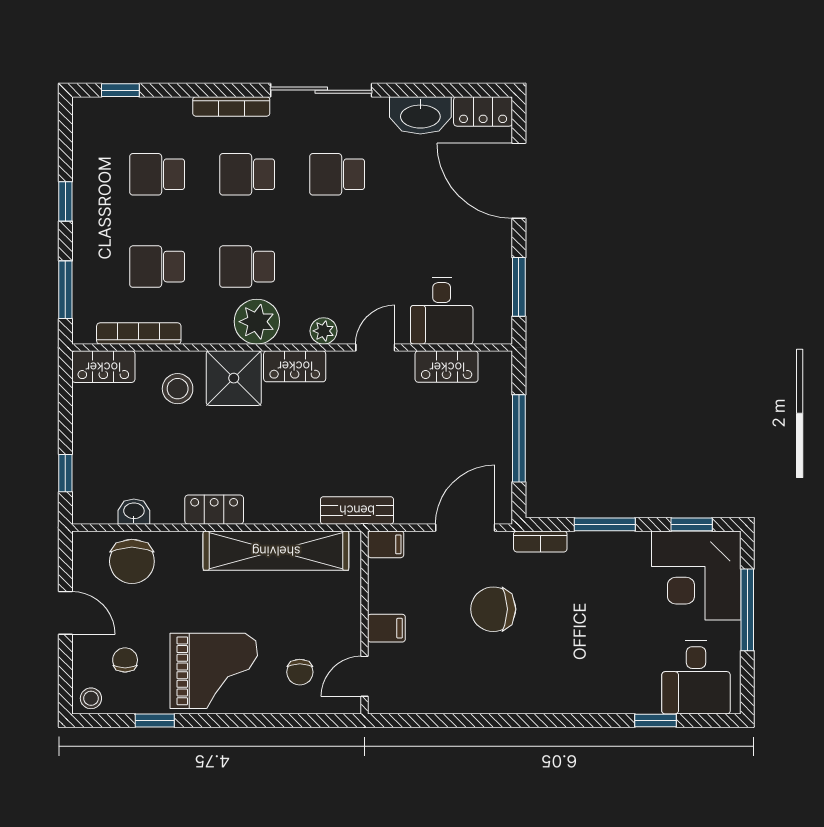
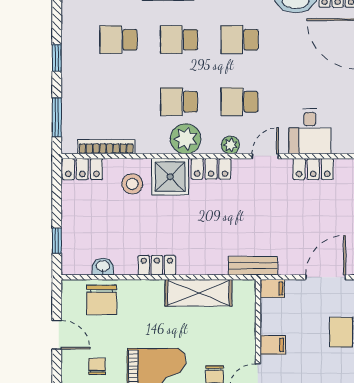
school desk: (157, 267) -> (240, 102), moved
shelving: (276, 551) -> (198, 293), width x0.68

